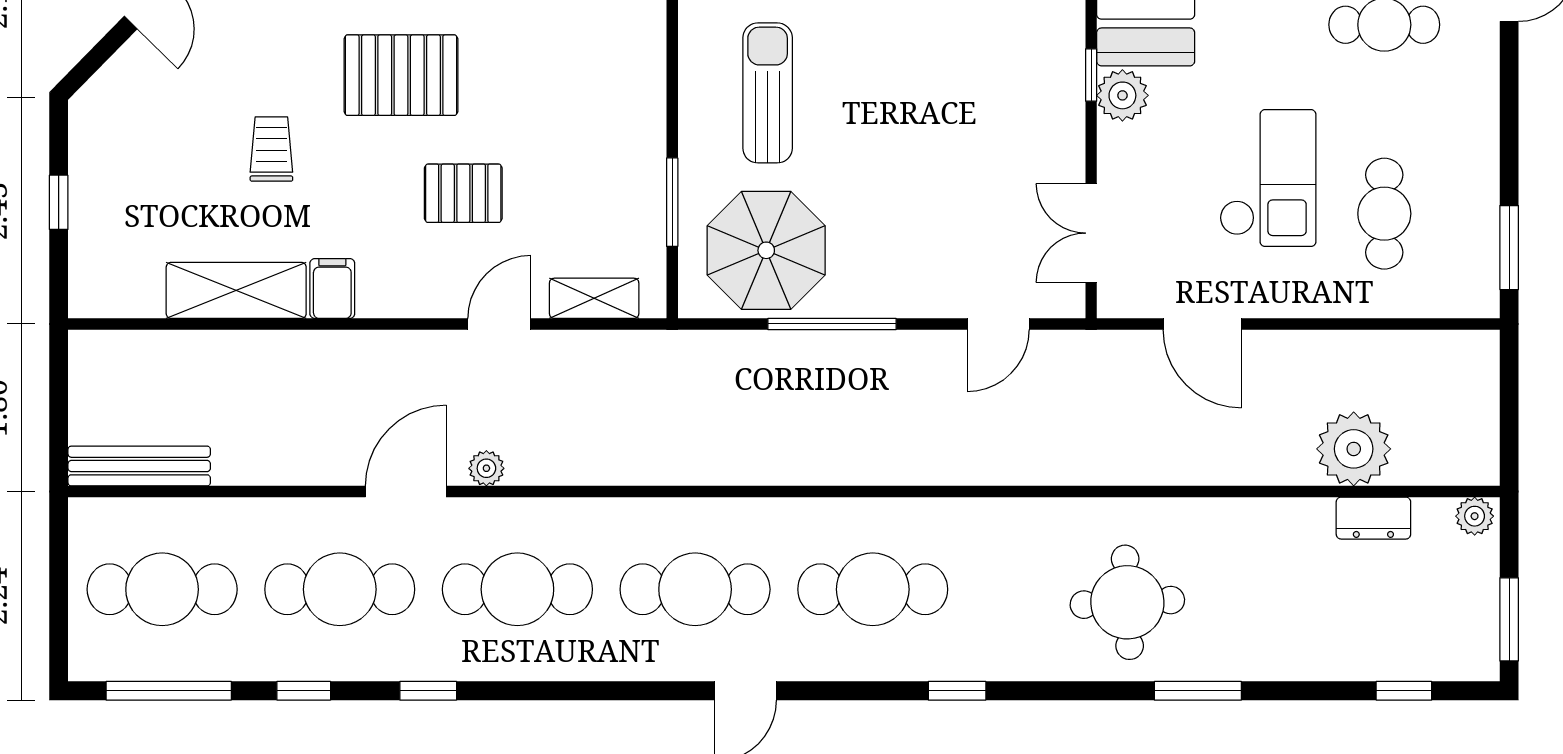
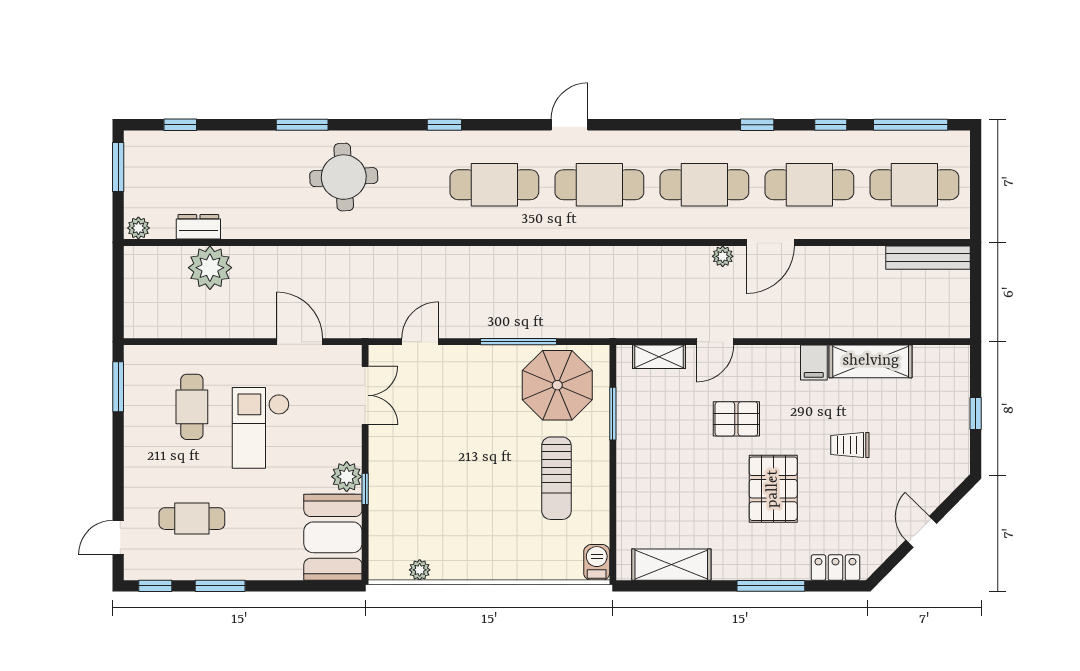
pallet: (401, 75) -> (773, 489), turned 90
trolley: (271, 149) -> (850, 445), turned 90

